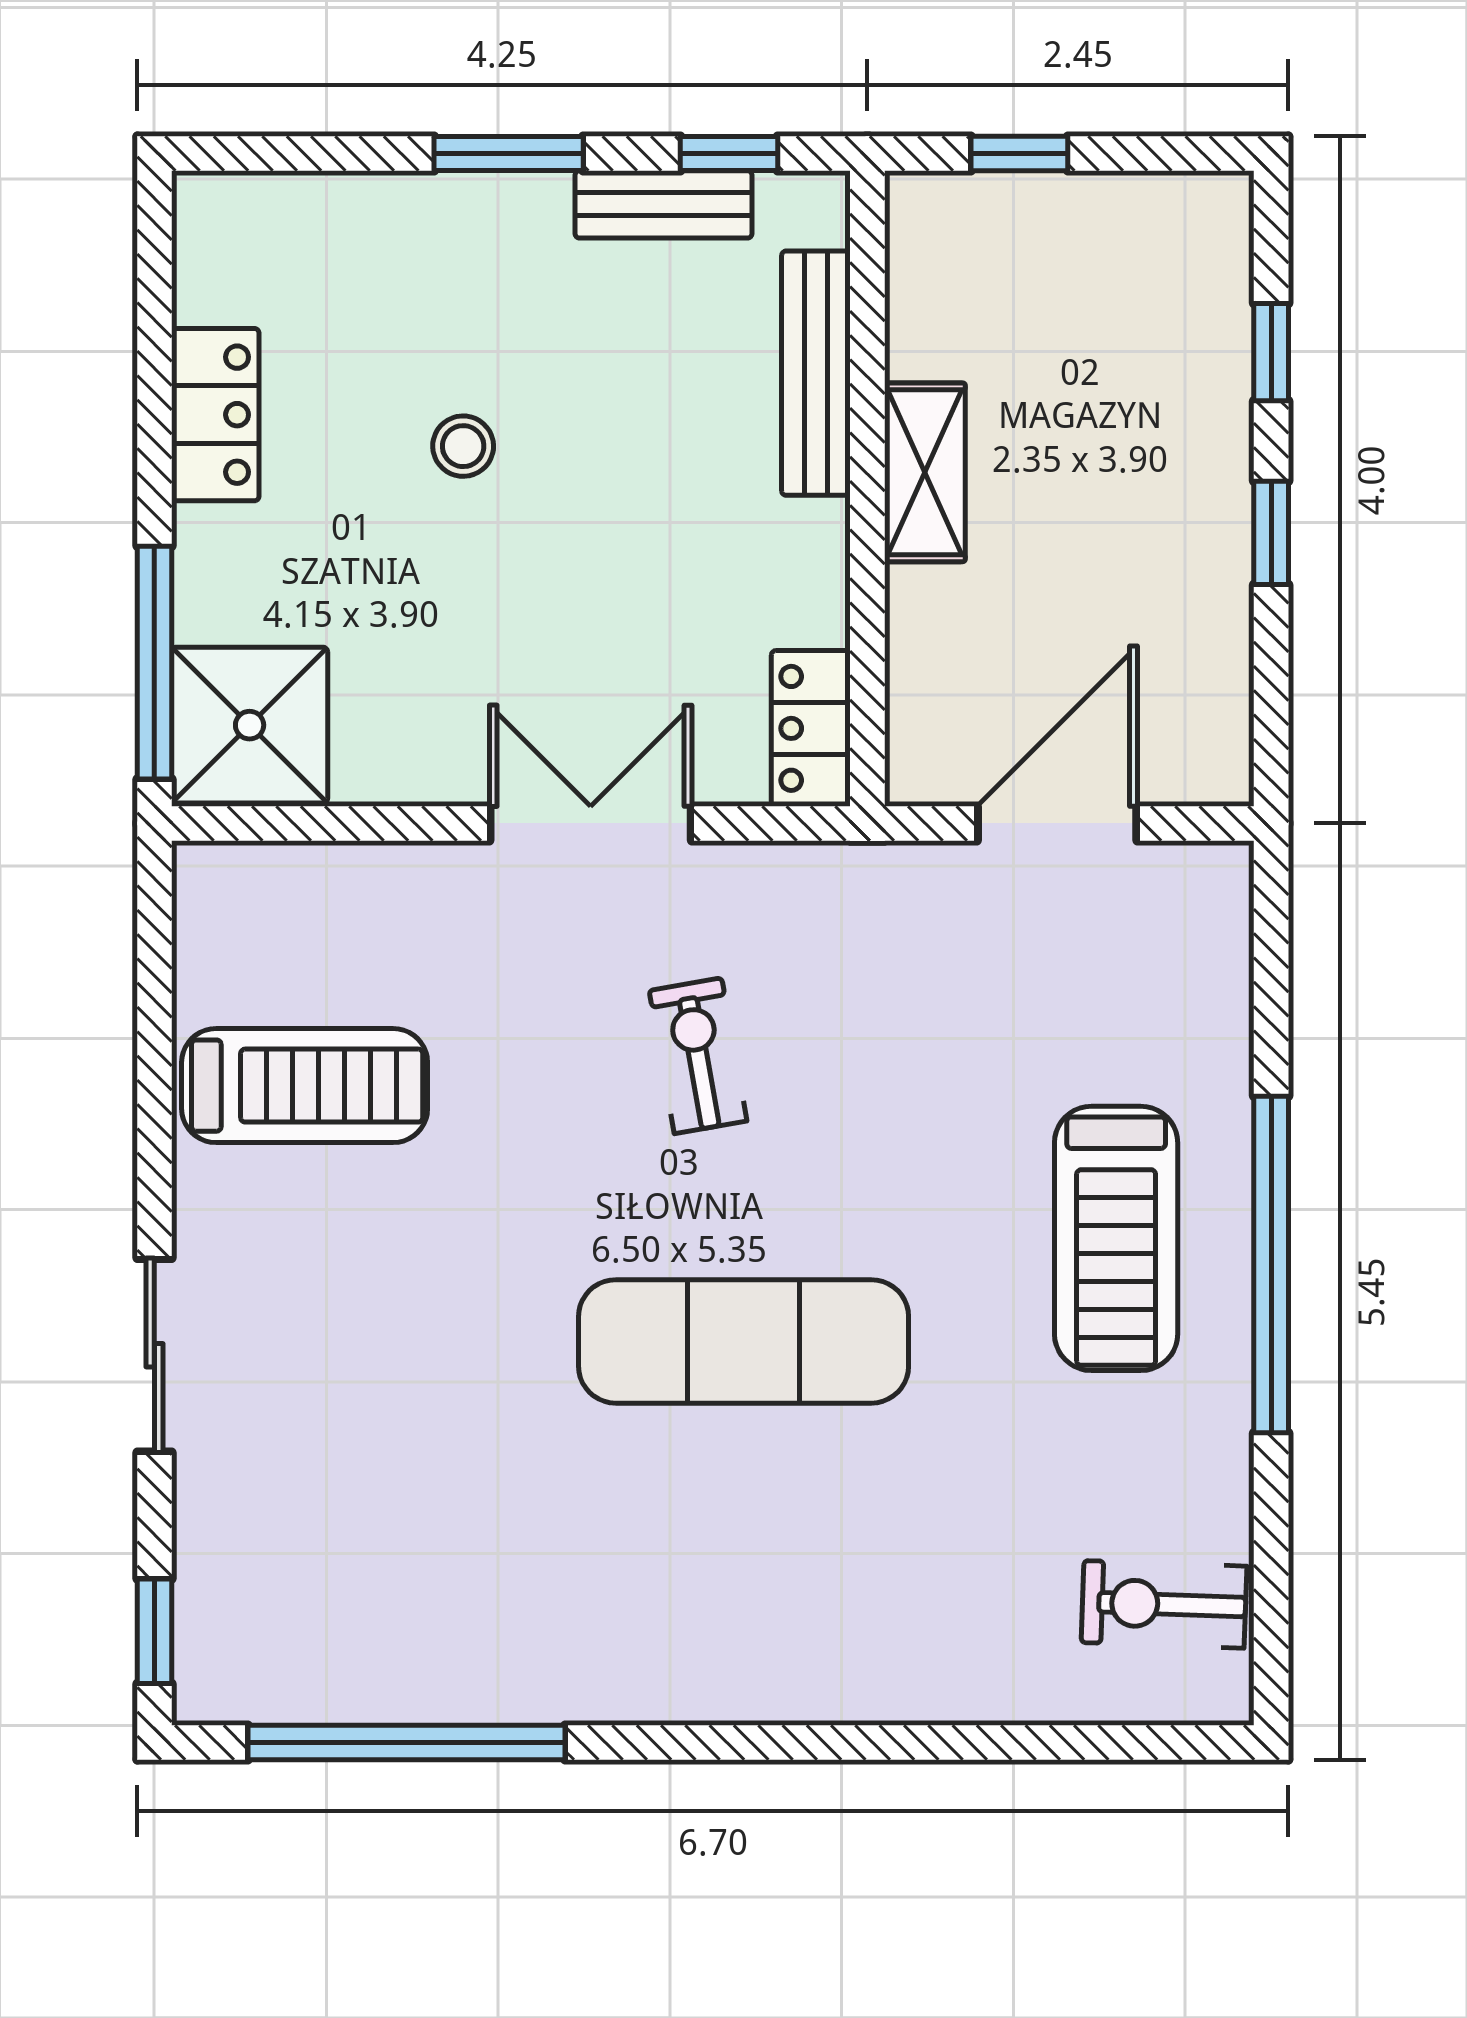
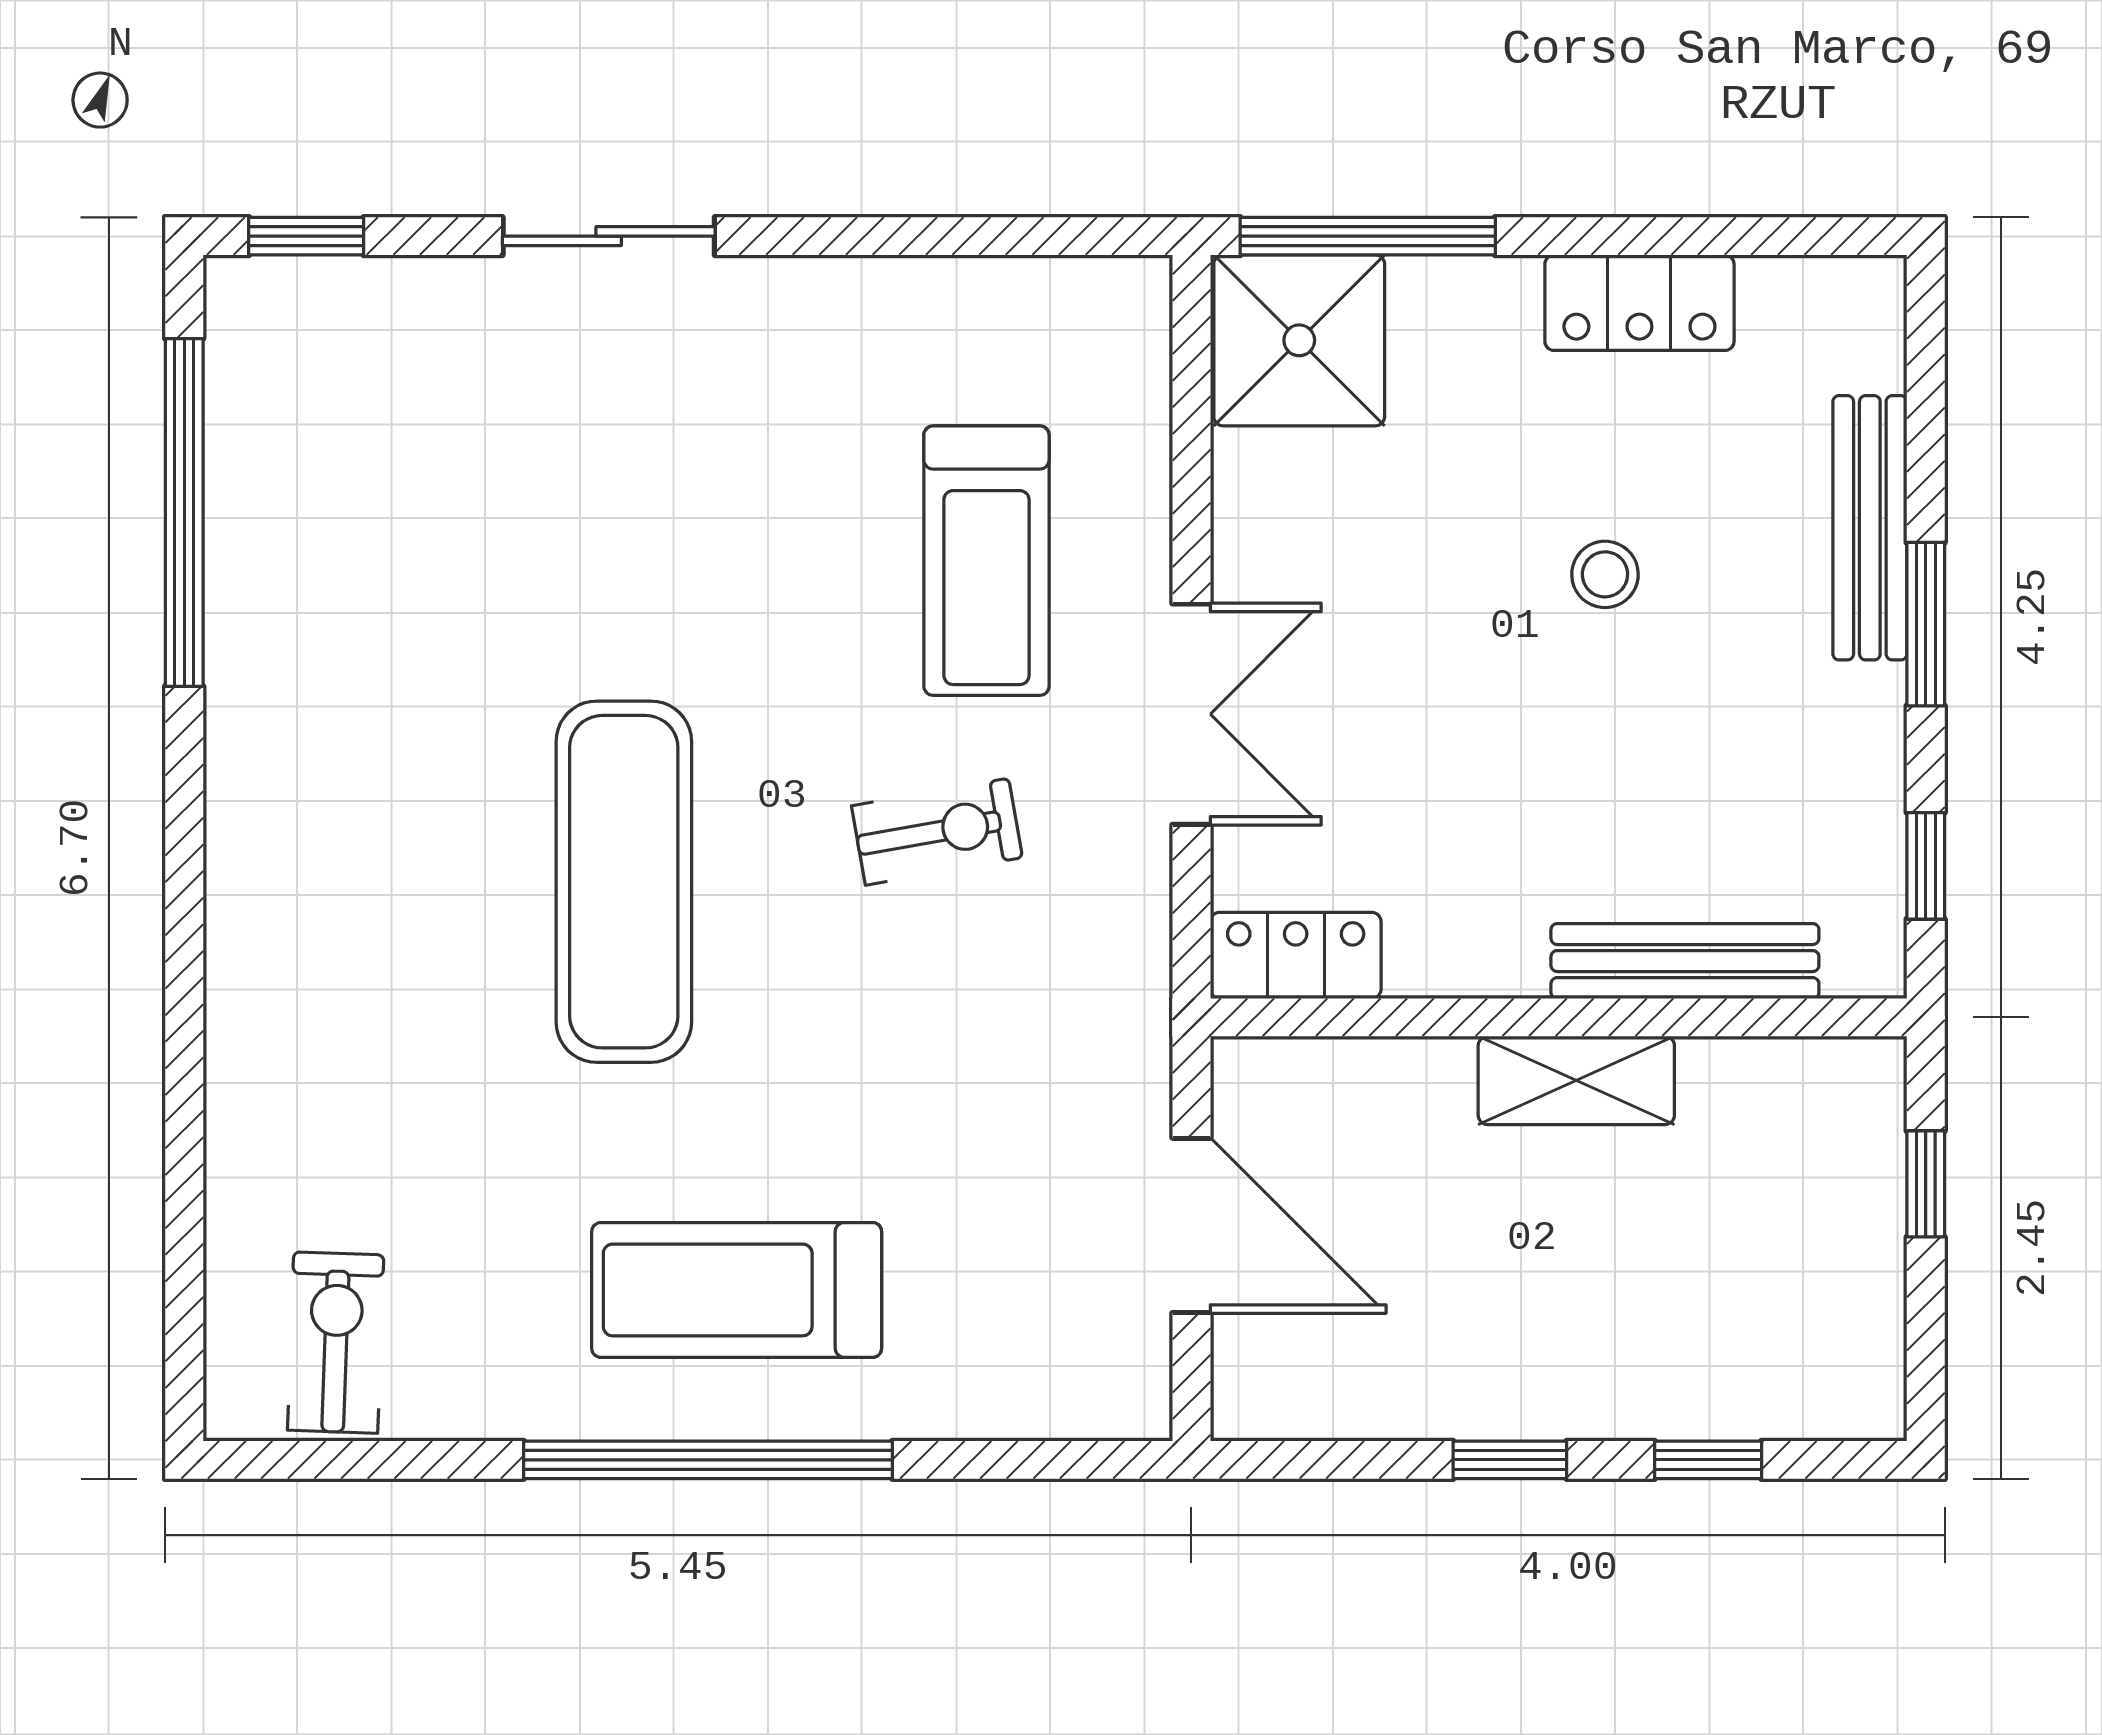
bench: (663, 204) -> (1870, 528), moved, width x1.36
treadmill: (305, 1086) -> (986, 561), moved

